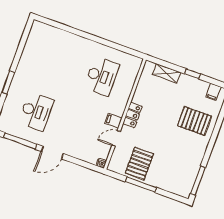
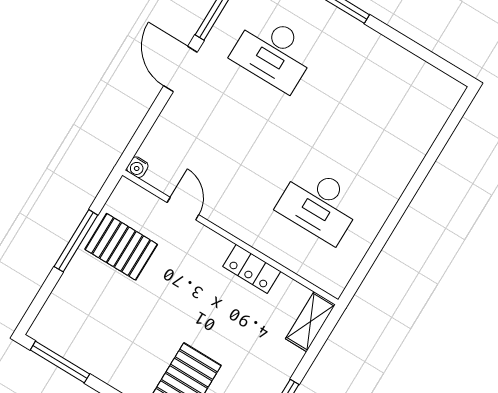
shelving: (166, 73) -> (310, 322), moved
locker: (132, 115) -> (252, 269), moved
filing cabinet: (114, 121) -> (221, 211), removed

